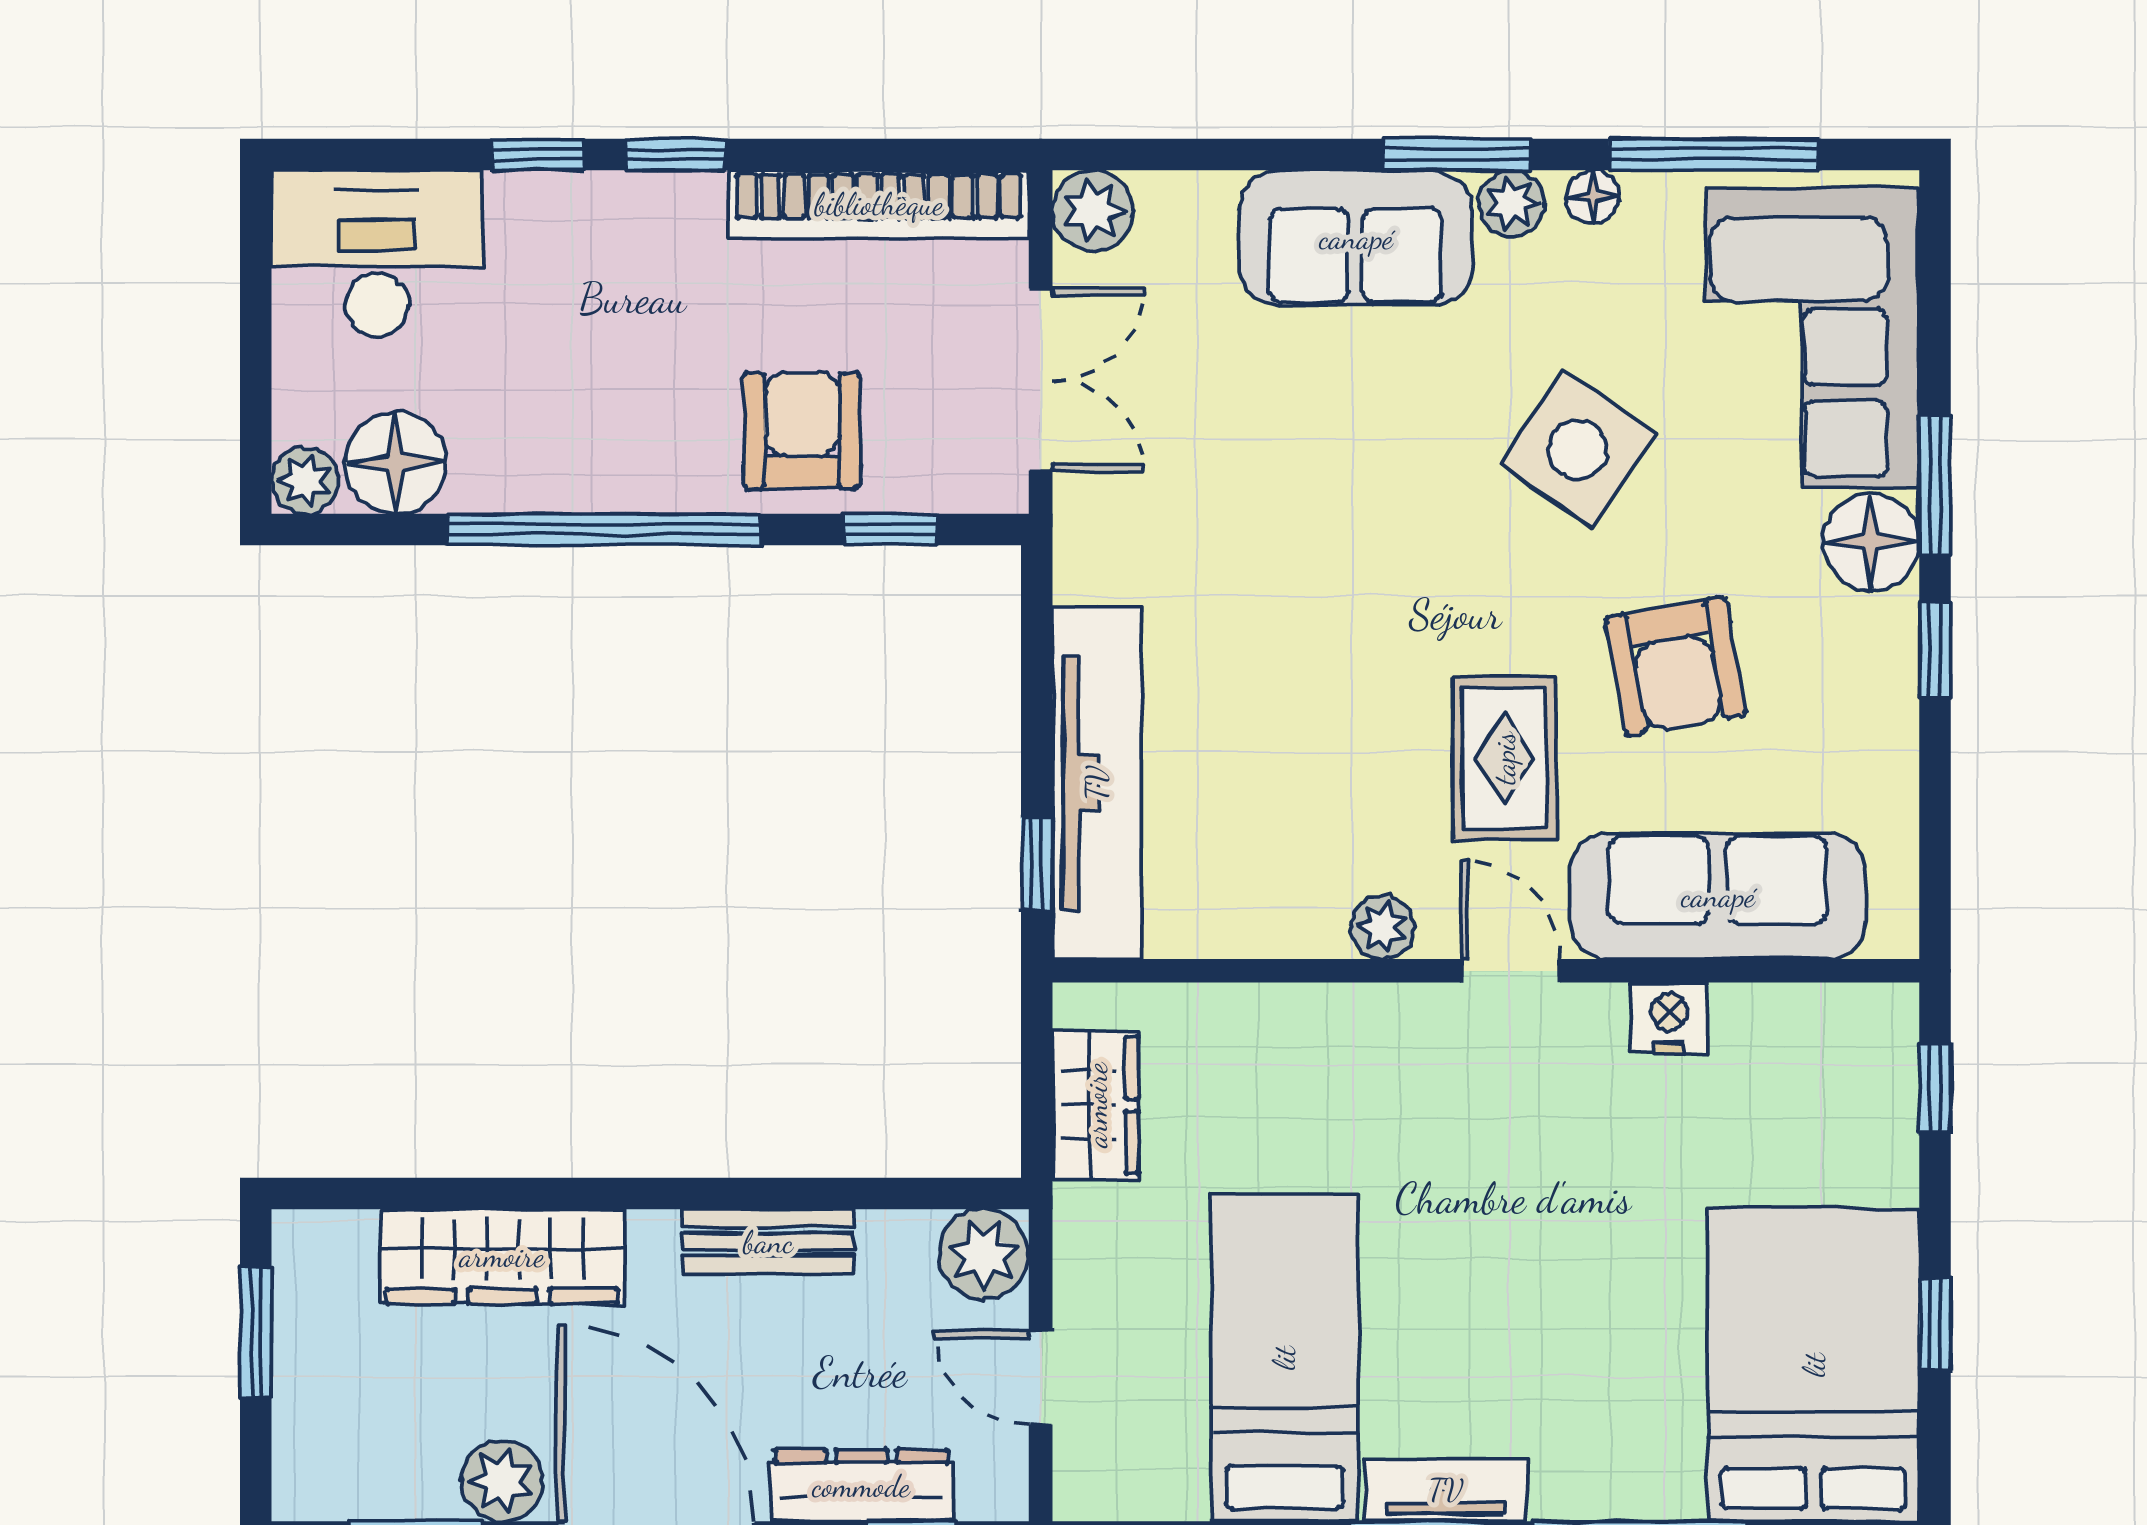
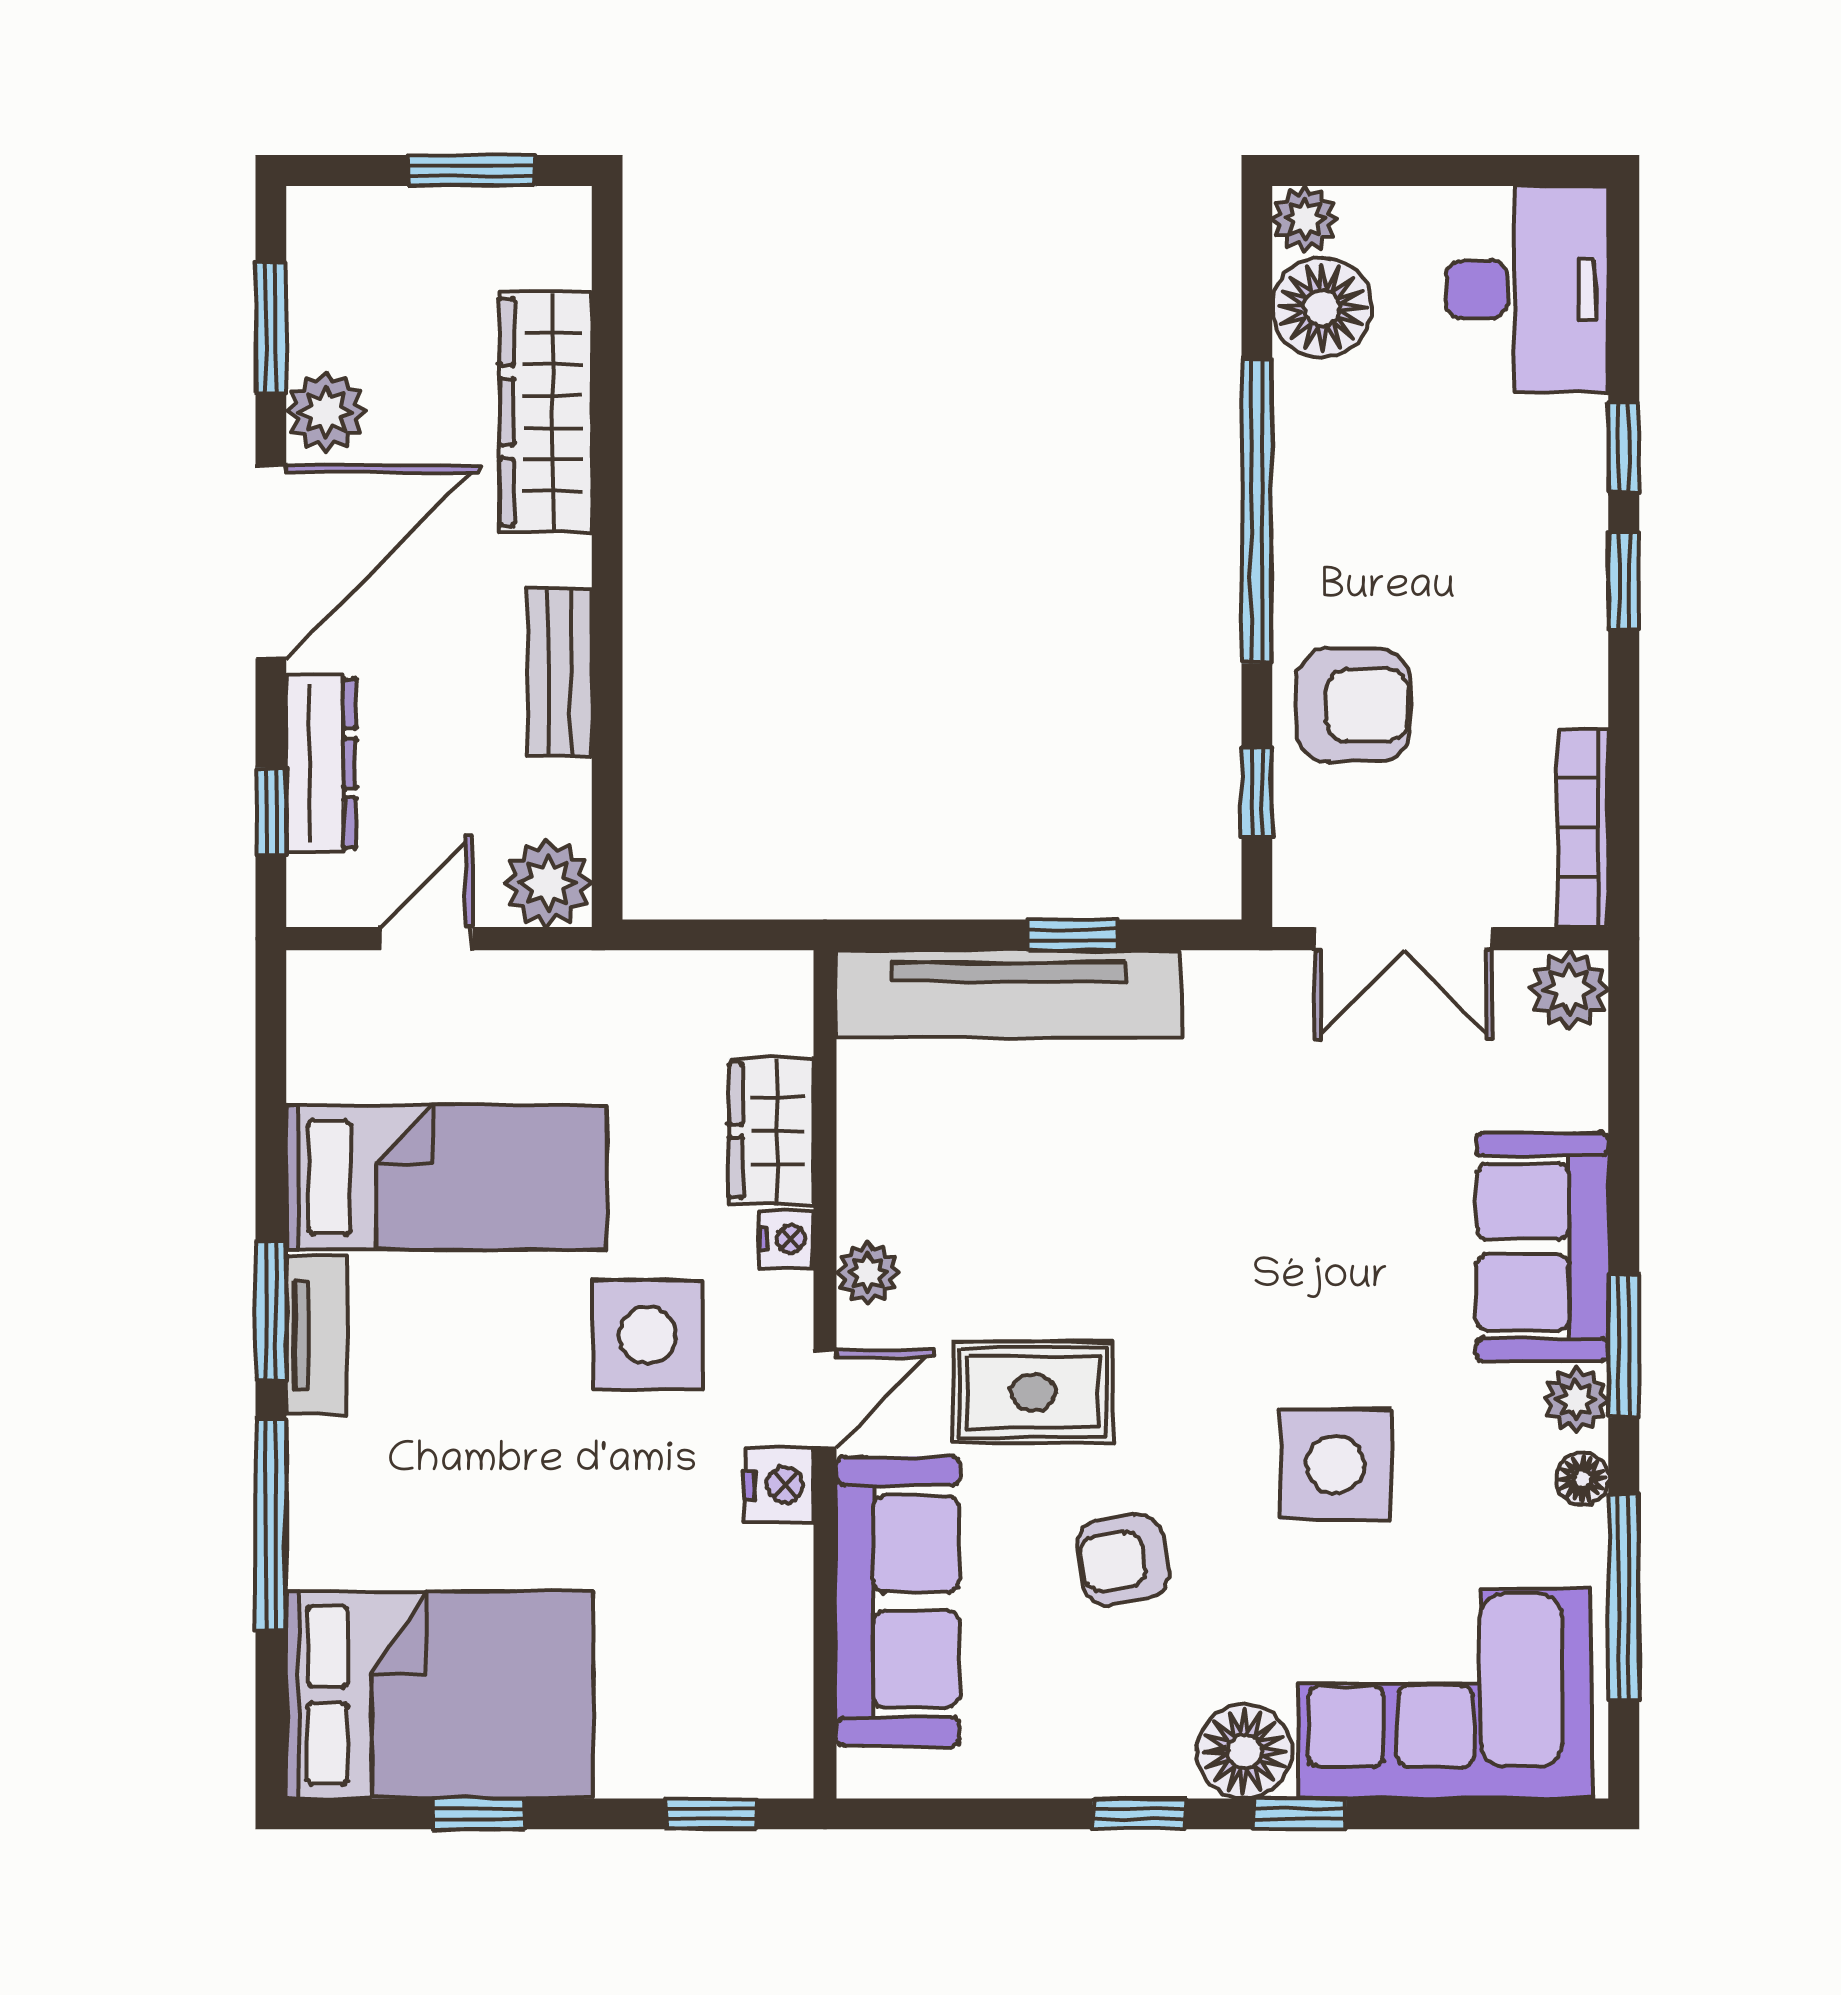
bookcase: (879, 204) -> (1583, 828), width x0.68, depth x0.76
side table: (1578, 449) -> (1335, 1464), turned -35
window: (1935, 485) -> (1300, 1814), width x0.67
armchair: (1675, 666) -> (1123, 1560), width x0.72, depth x0.72
window: (1037, 864) -> (1073, 935), moved
nightstand: (1347, 1010) -> (786, 1239), added
nightstand: (1669, 1018) -> (779, 1485), moved
wardrobe: (1096, 1105) -> (771, 1131), moved, turned 90
side table: (1446, 1152) -> (648, 1335), added

